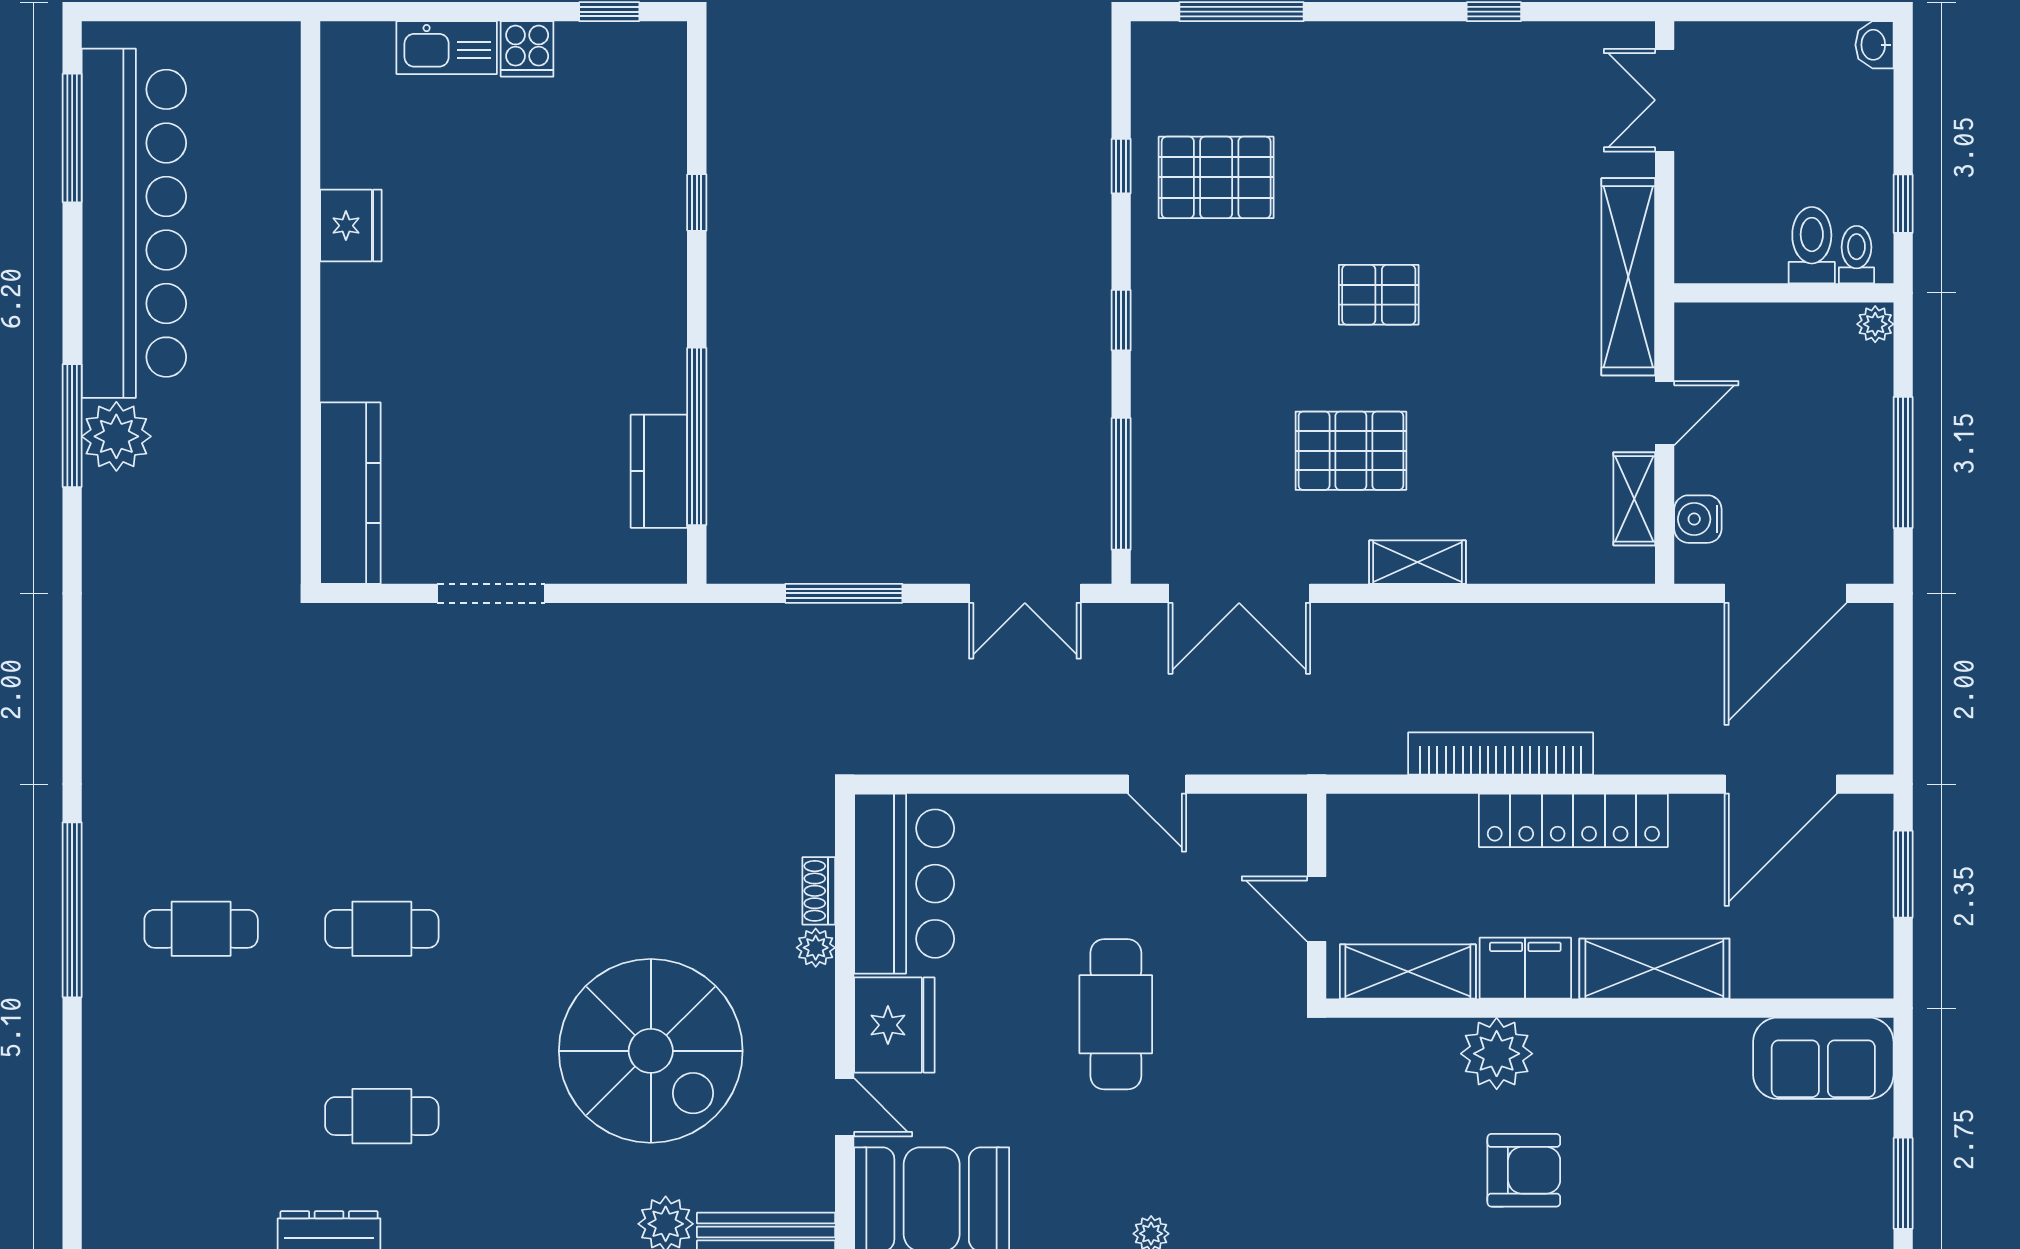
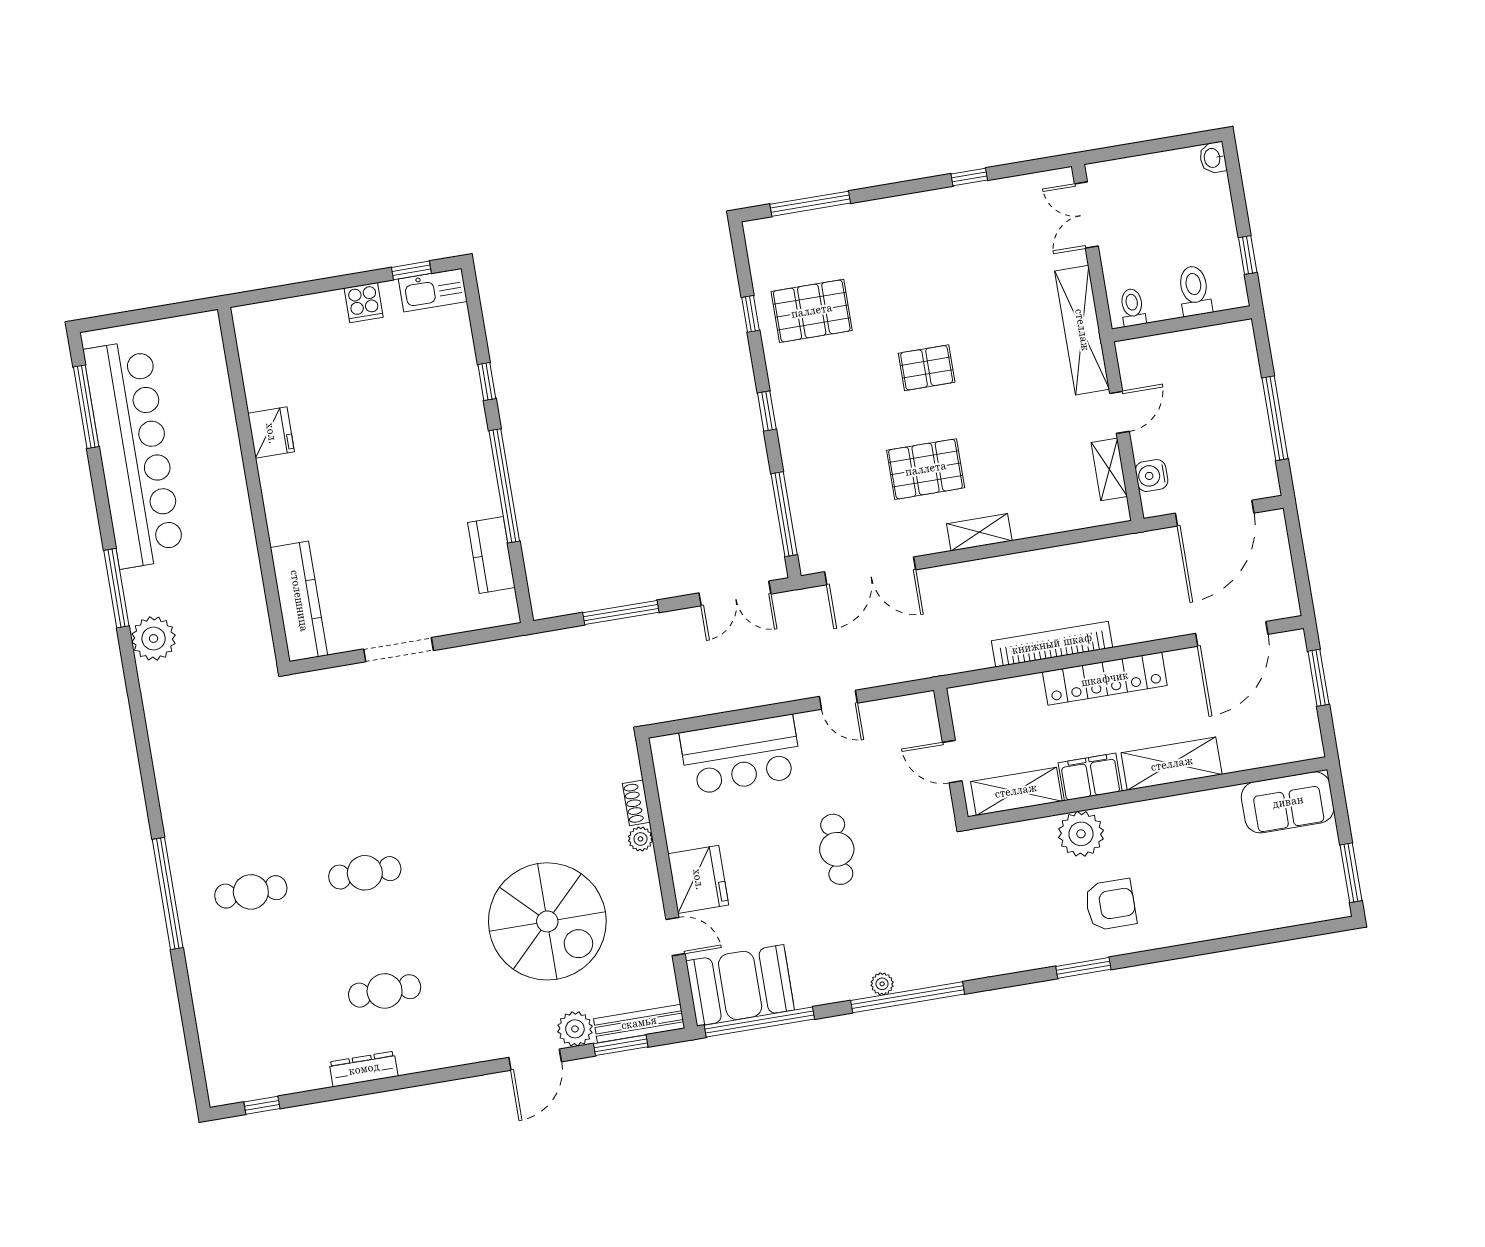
kitchen sink: (447, 48) -> (433, 290), moved
toilet: (1856, 255) -> (1133, 307), moved
plant: (1875, 324) -> (1243, 334), removed
plant: (116, 436) -> (154, 639), moved
window: (697, 436) -> (504, 486), moved
bar counter: (904, 884) -> (741, 755), moved, turned 90
cafe table: (1116, 1014) -> (837, 849), width x0.73, depth x0.74

